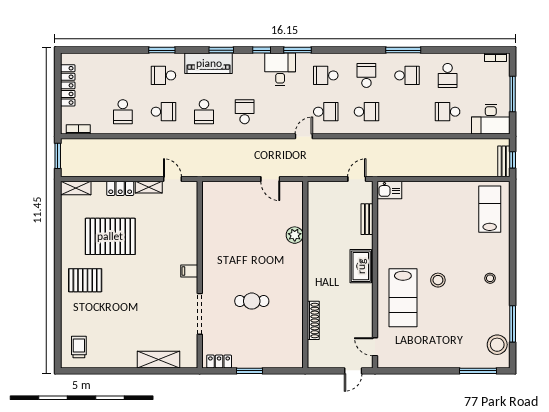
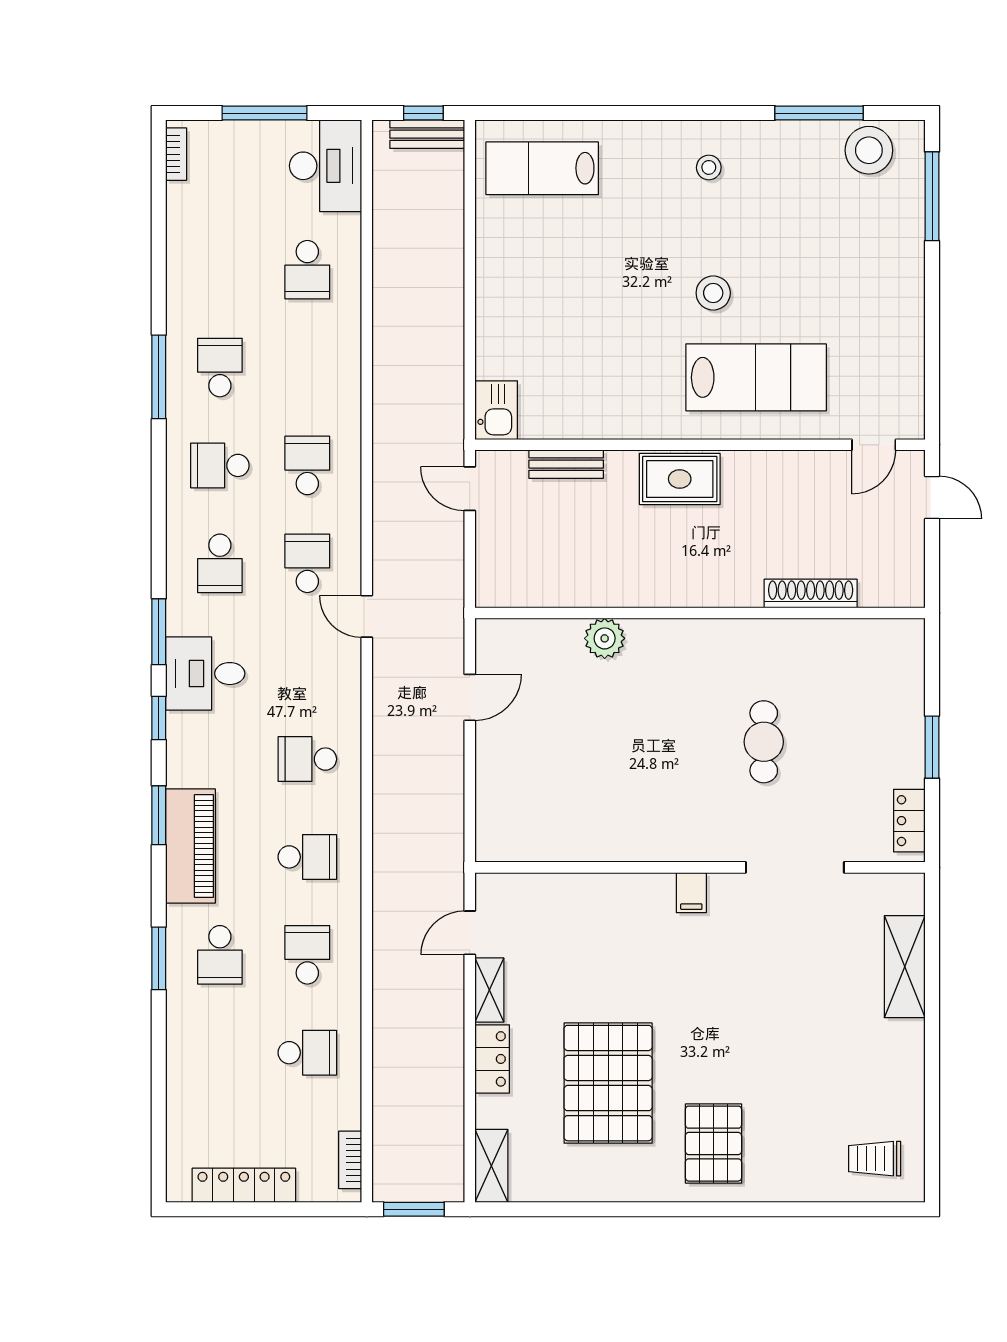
school desk: (448, 75) -> (220, 270), removed

